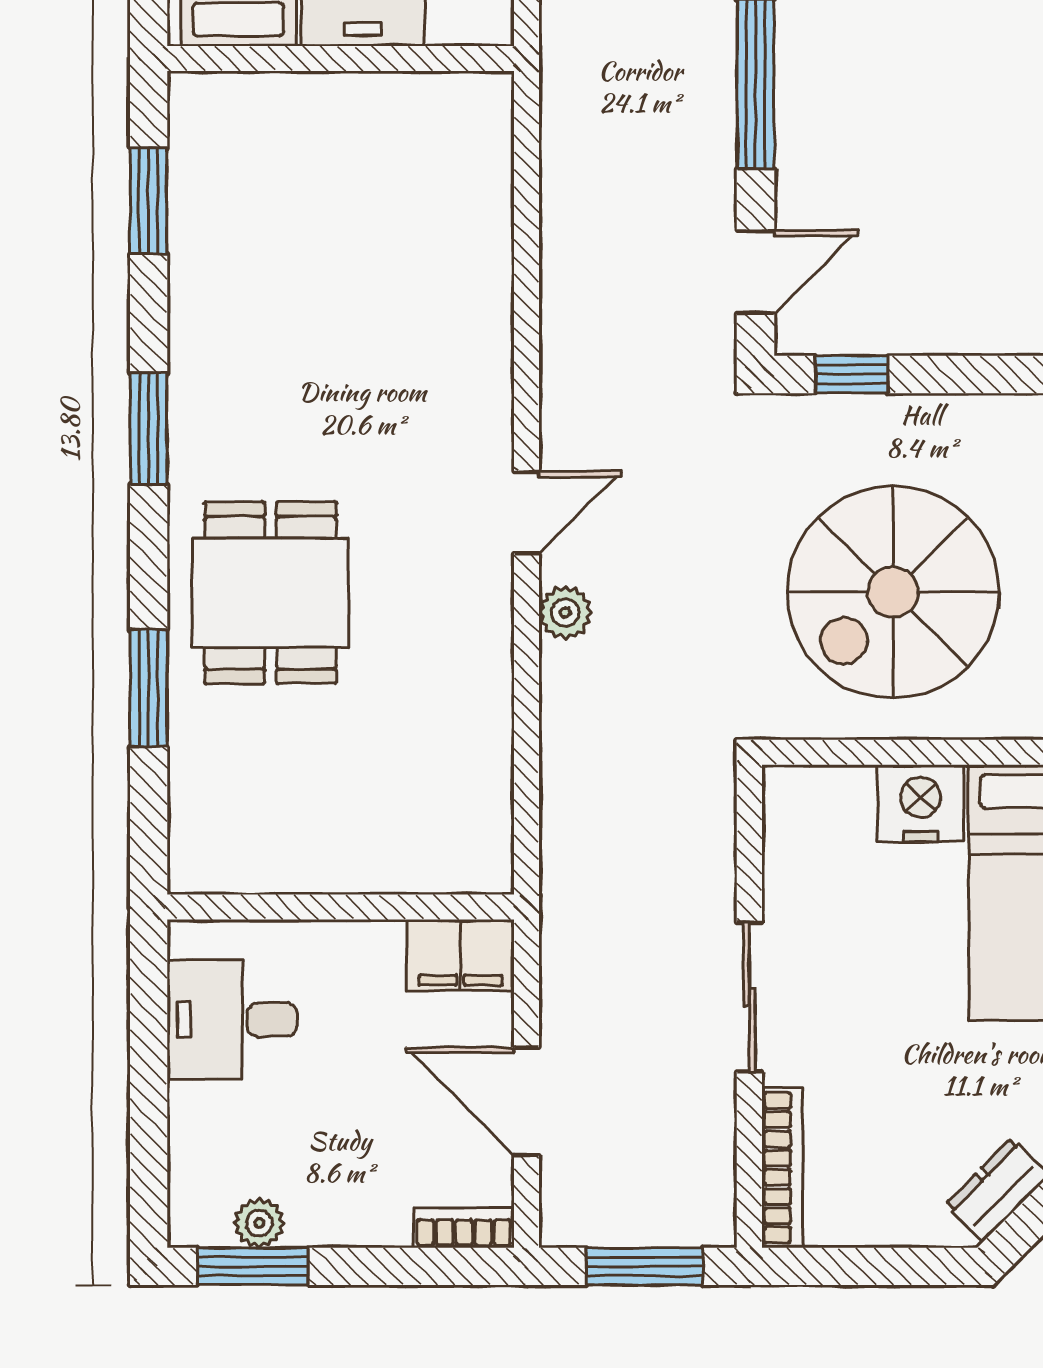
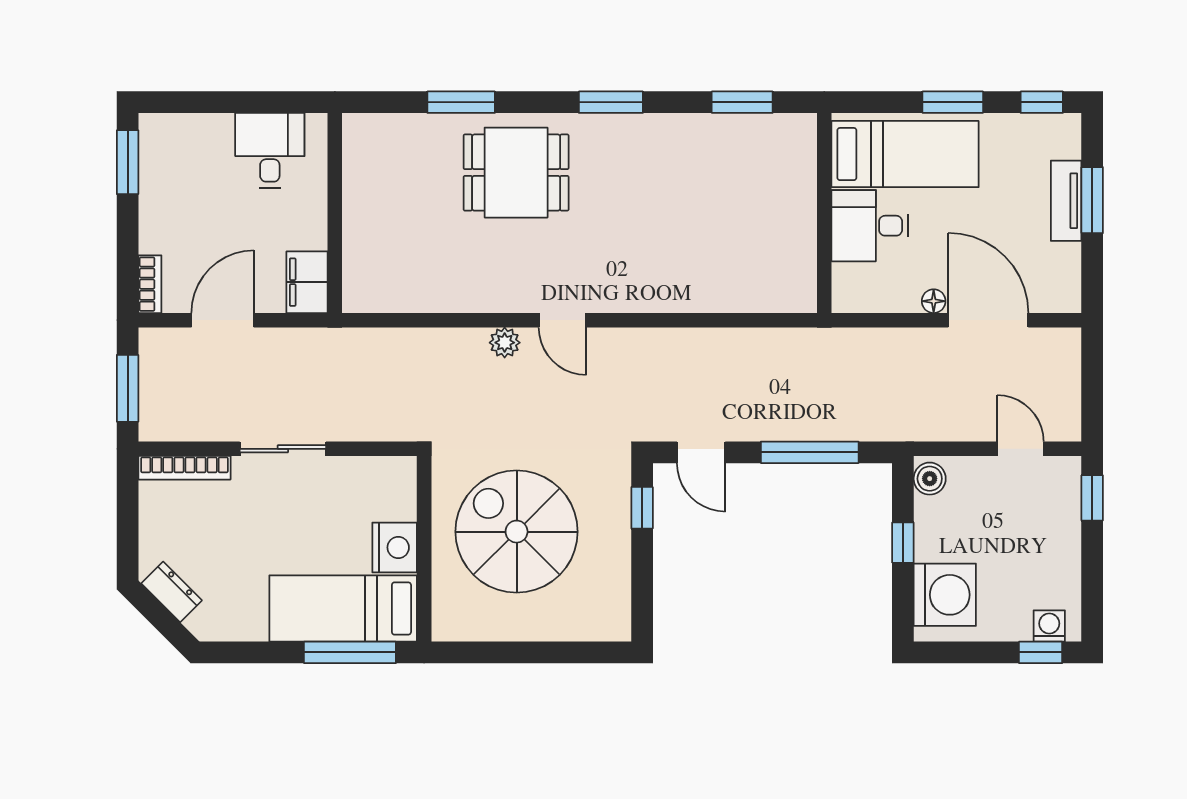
plant: (259, 1223) -> (153, 166), removed

